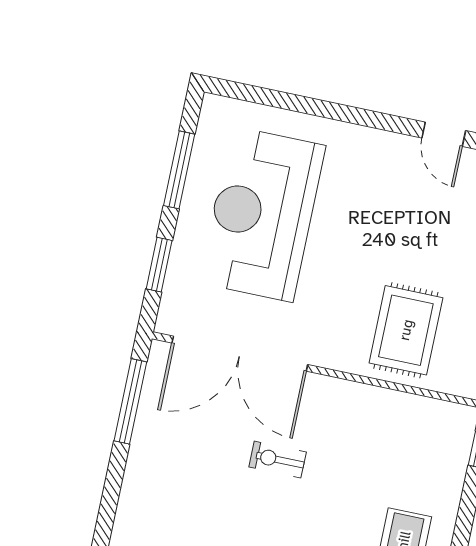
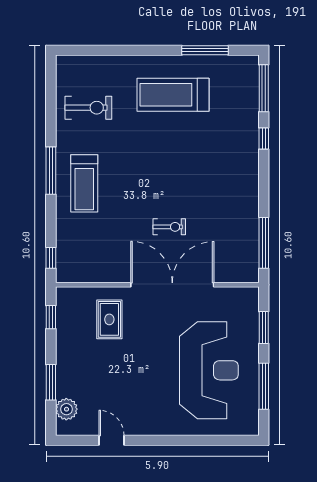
rug: (406, 330) -> (109, 319), width x0.73, depth x0.70
double door: (240, 354) -> (172, 285), moved

